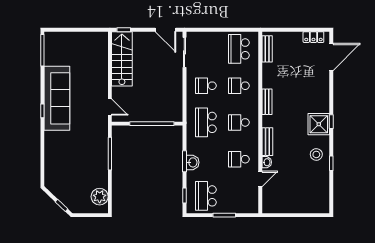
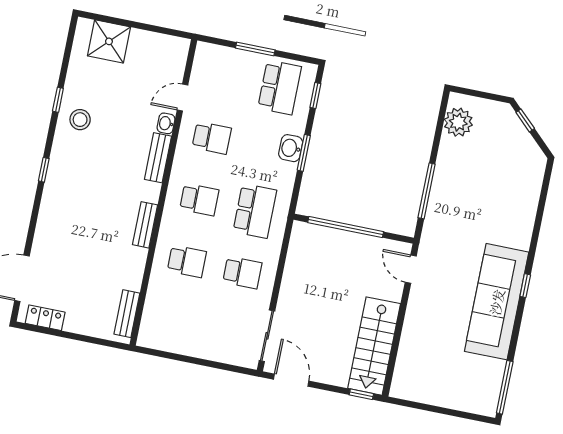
school desk: (239, 49) -> (174, 323), removed
shower: (319, 124) -> (109, 41), moved

